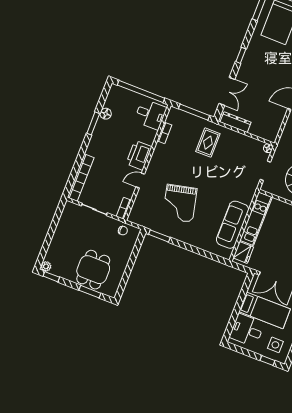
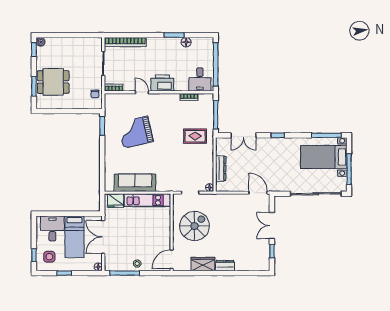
dresser: (236, 122) -> (221, 168), moved

